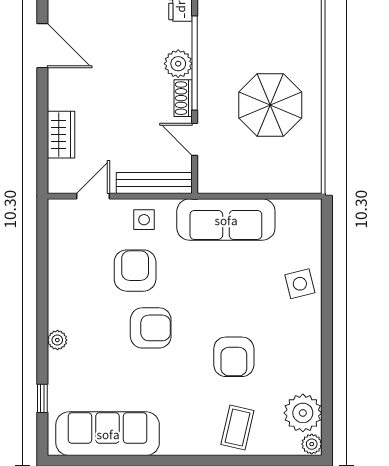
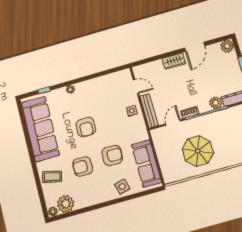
plant: (178, 64) -> (216, 103), moved
wardrobe: (61, 135) -> (174, 61), moved
sofa: (226, 220) -> (147, 163), moved
armchair: (135, 271) -> (112, 155), moved
sofa: (108, 434) -> (40, 129), width x1.36, depth x1.27

